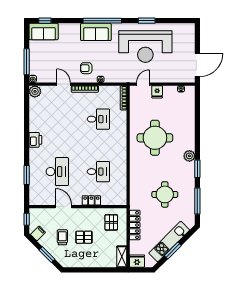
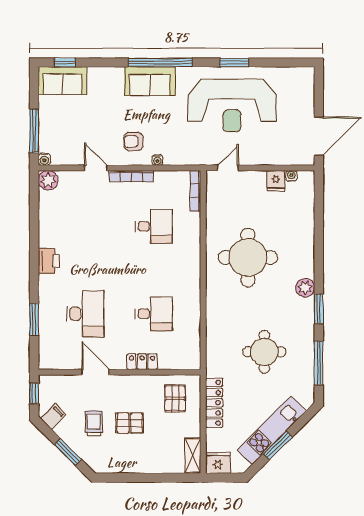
fridge: (157, 92) -> (276, 181), moved

